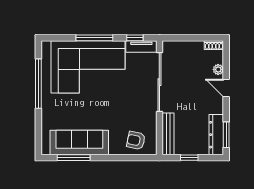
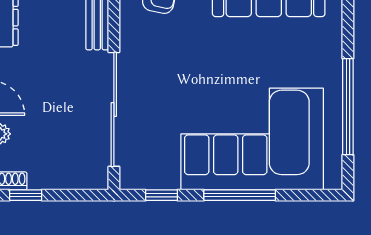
window: (205, 38) -> (26, 195), added
tv unit: (141, 46) -> (149, 178), removed

